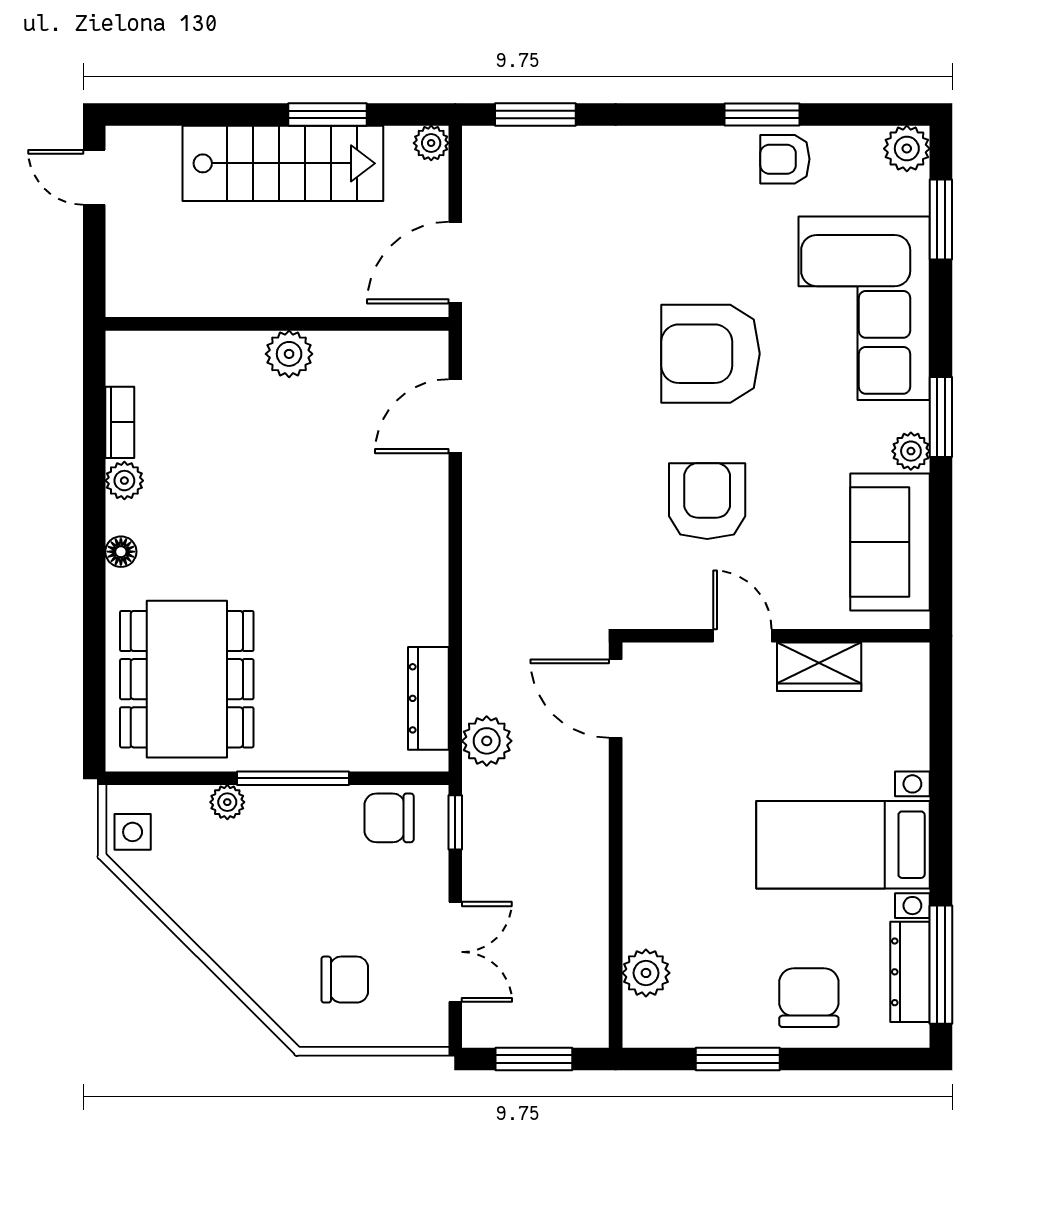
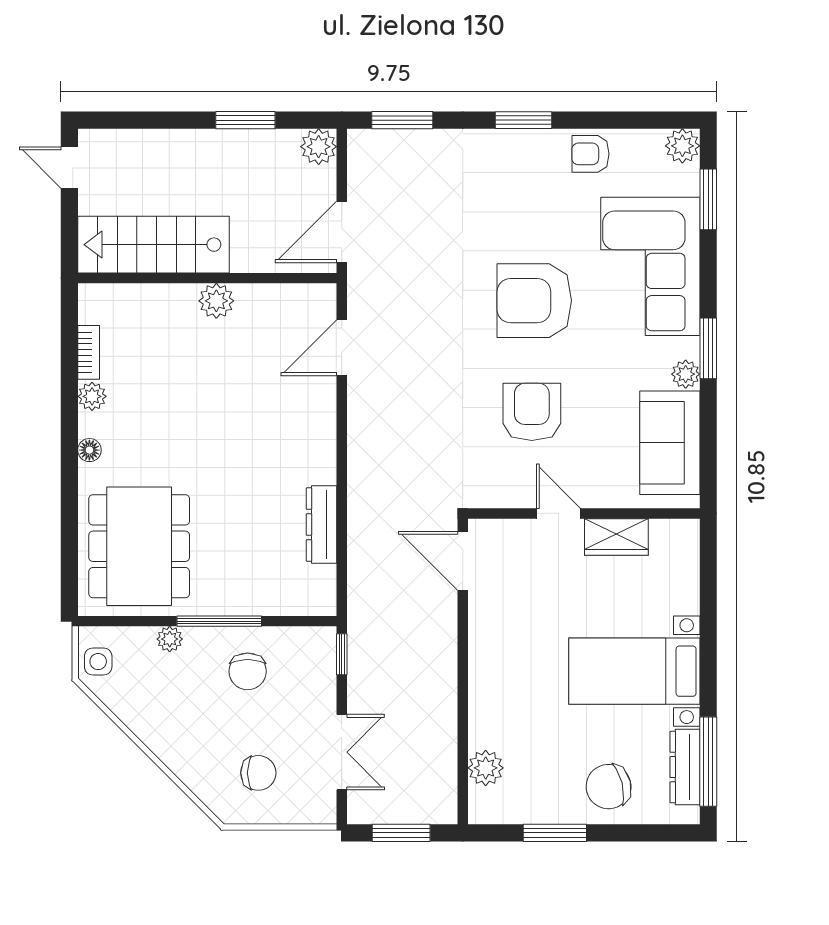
window: (762, 114) -> (524, 120), moved
plant: (431, 143) -> (319, 147), width x1.38, depth x1.38
stairs: (283, 163) -> (153, 245), moved, turned 180
dresser: (428, 698) -> (321, 525), moved
plant: (487, 741) -> (365, 593), removed
chair: (389, 818) -> (248, 671), moved, turned -90
chair: (809, 998) -> (609, 787), turned -104

